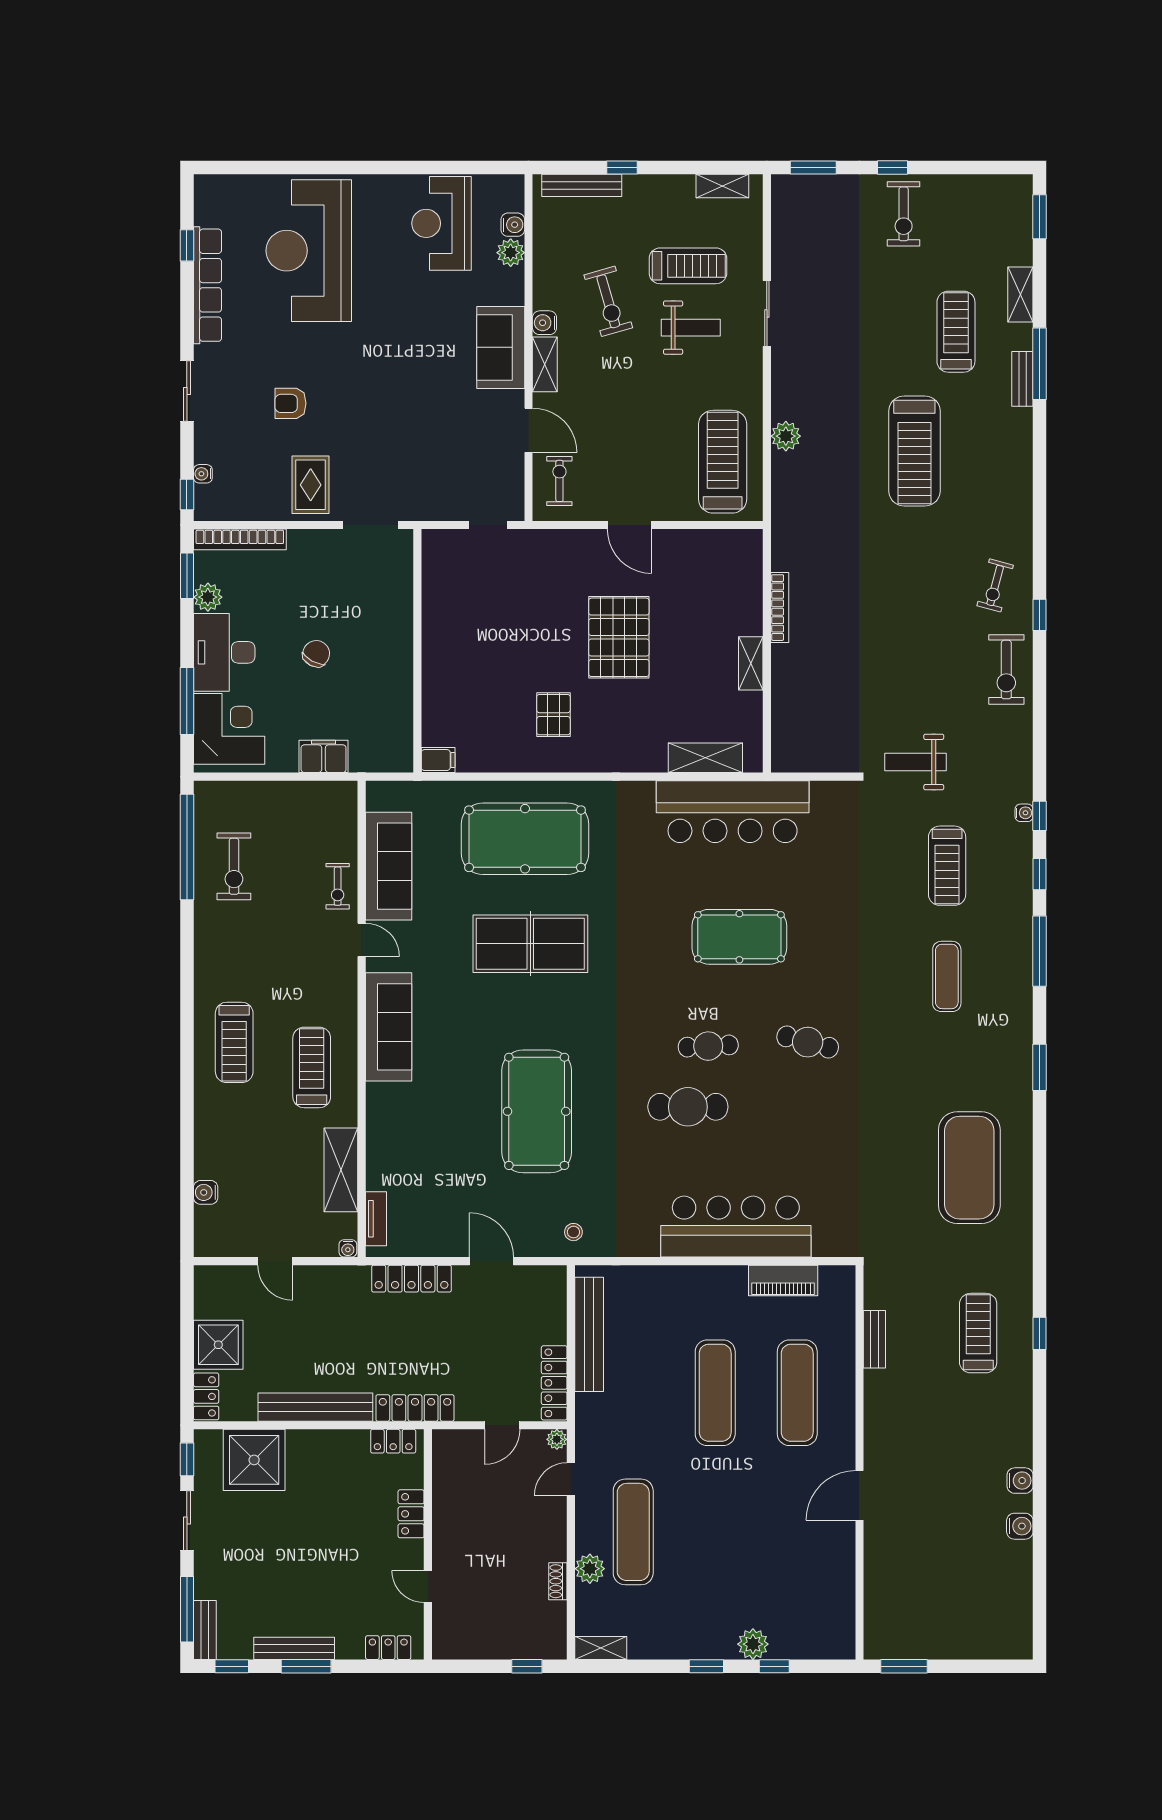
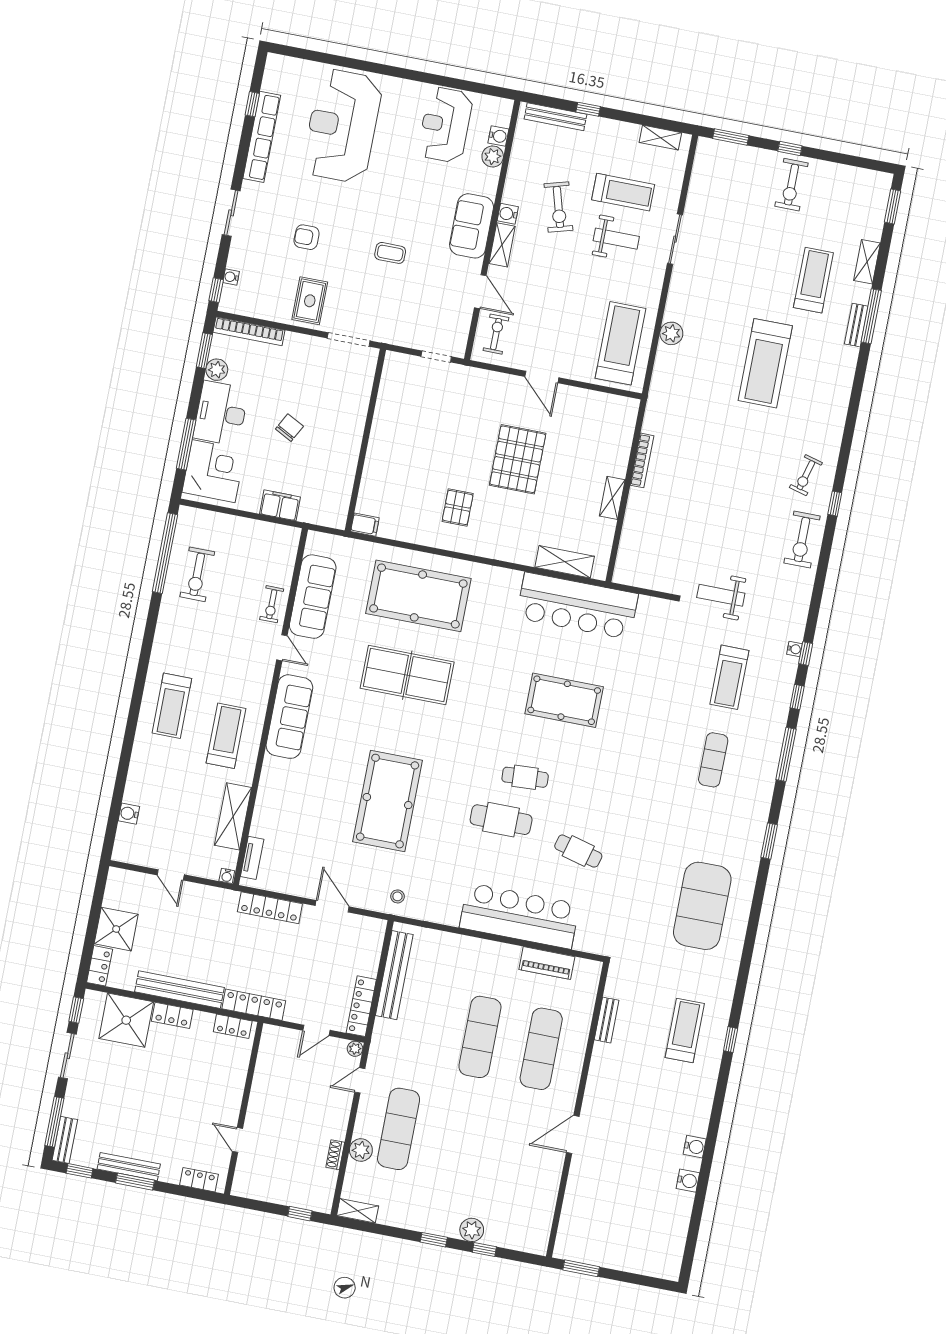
coffee table: (402, 403) -> (390, 253), added
cafe table: (808, 1042) -> (578, 851), moved
locker: (411, 1514) -> (172, 1015), moved, turned -90

